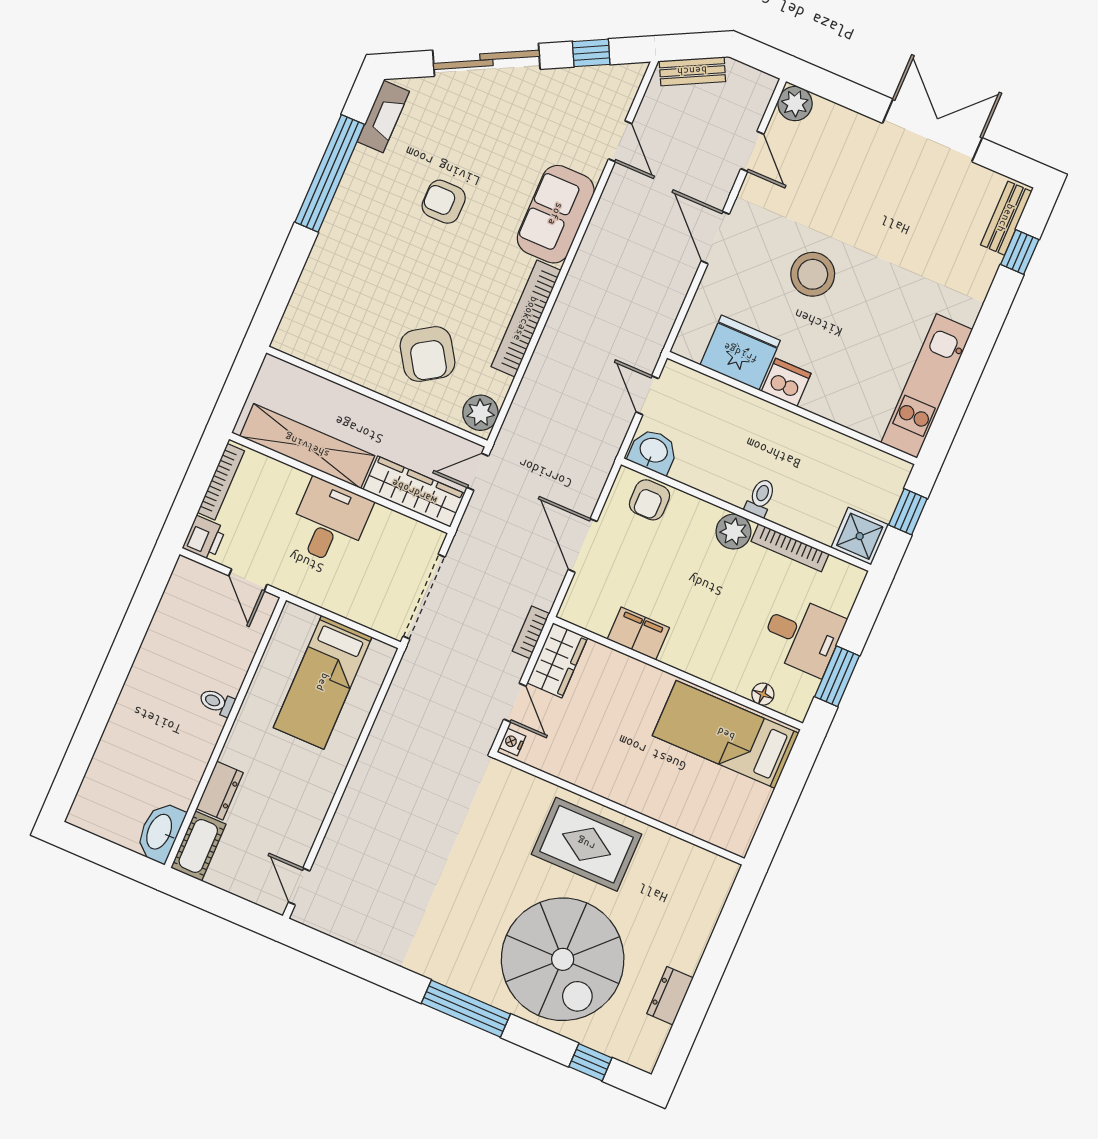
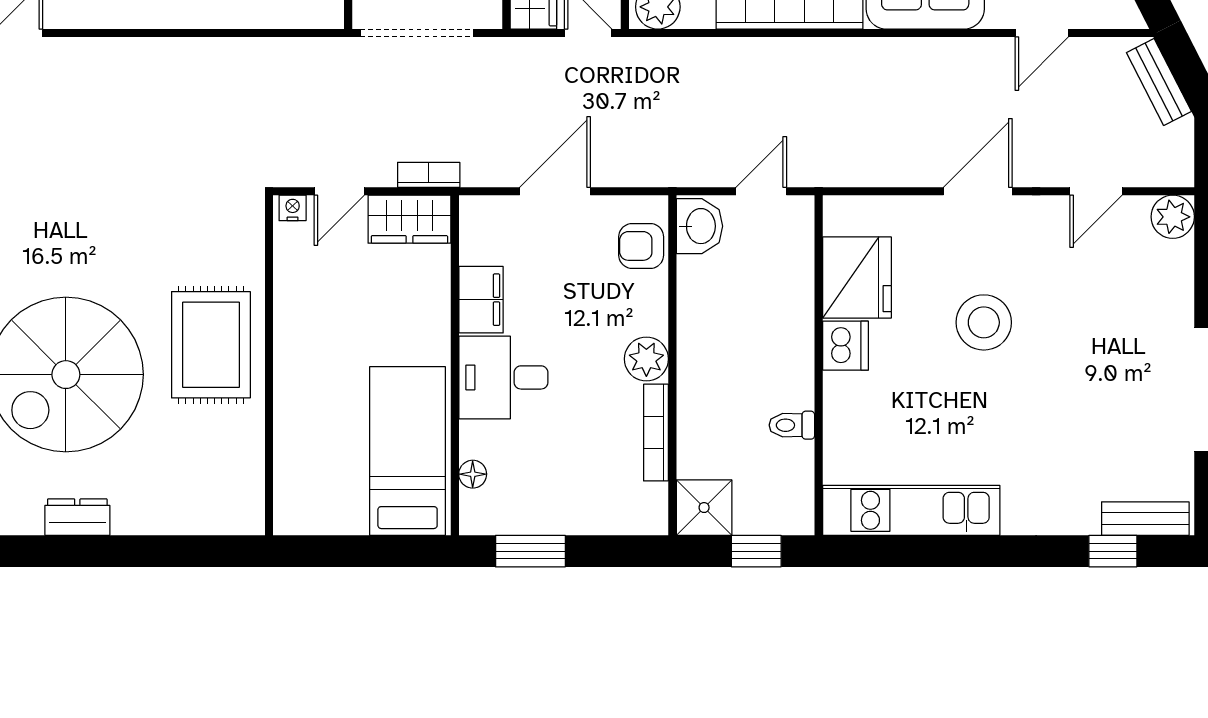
toilet: (761, 498) -> (792, 425), moved, turned 180
desk: (802, 635) -> (503, 377), moved, turned 90

